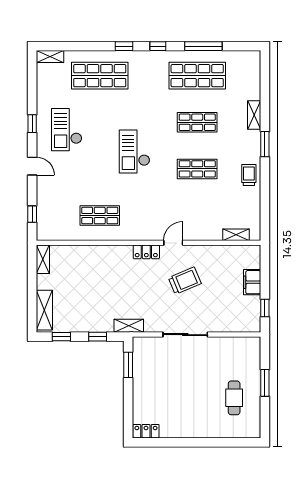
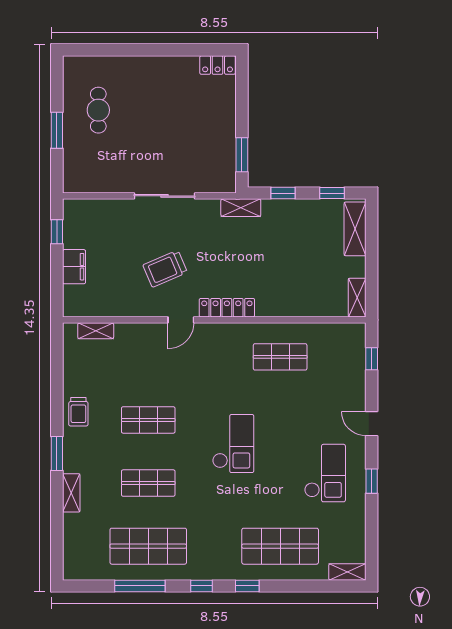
locker: (146, 252) -> (227, 308), width x1.53

